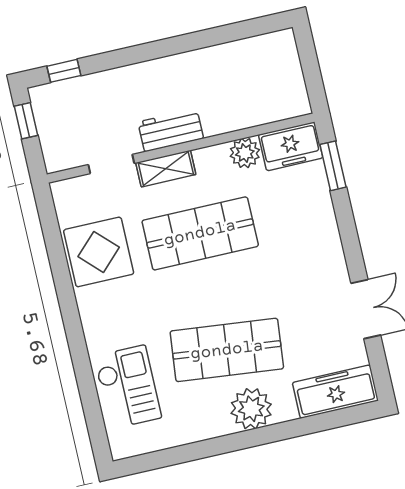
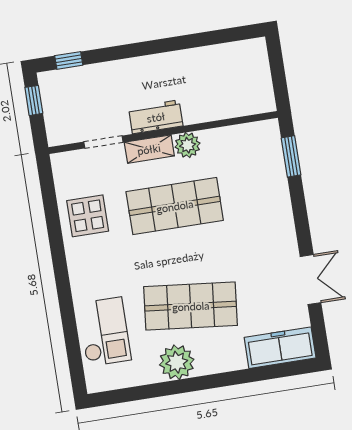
freezer: (291, 146) -> (256, 137), removed
plant: (245, 153) -> (188, 145), moved
display table: (99, 252) -> (88, 216), width x0.73, depth x0.73
plant: (251, 409) -> (177, 362), moved

